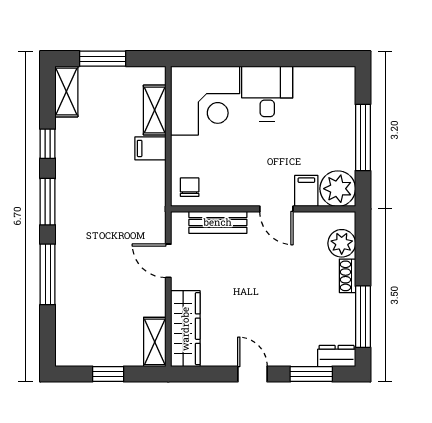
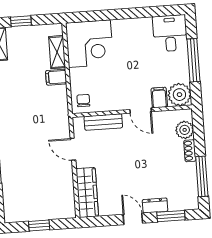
window: (103, 59) -> (21, 21), width x0.67
desk: (267, 94) -> (170, 33), moved
shelving: (155, 342) -> (68, 203), removed
dresser: (337, 356) -> (155, 205), moved

